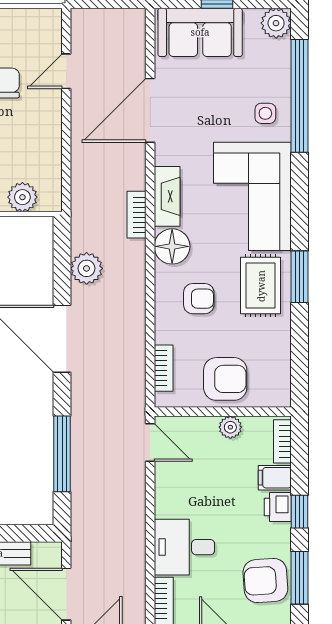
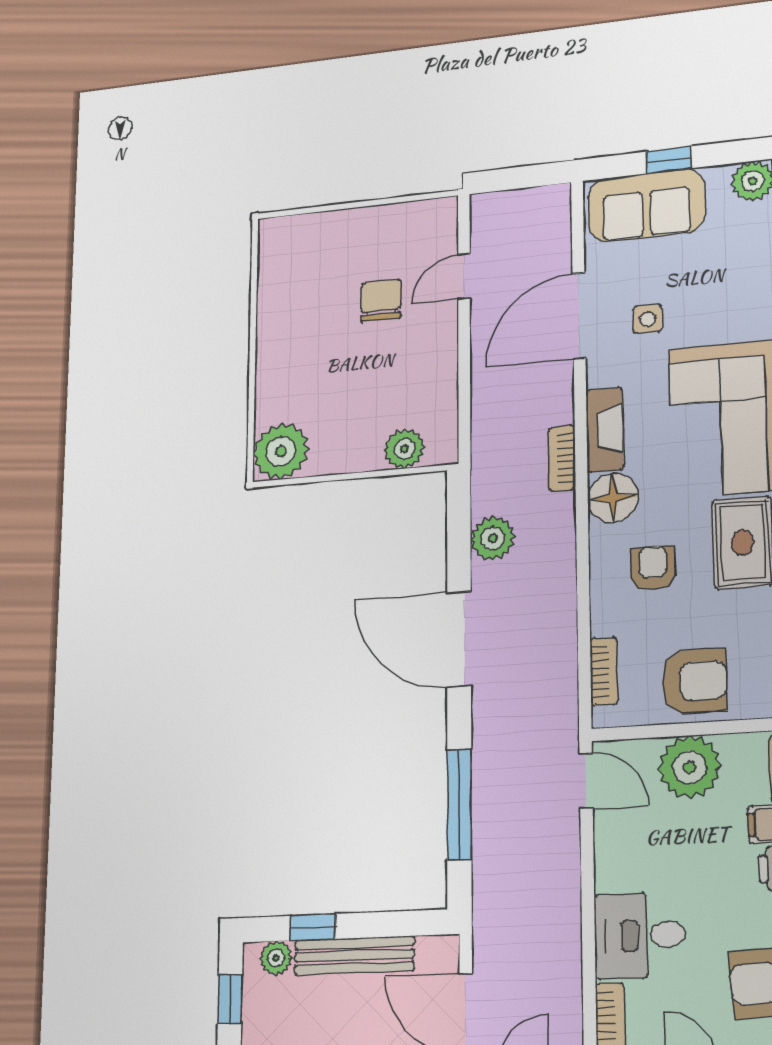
side table: (265, 113) -> (648, 319), moved
armchair: (199, 299) -> (653, 568), turned -90
plant: (230, 427) -> (690, 767), width x1.87, depth x1.87

